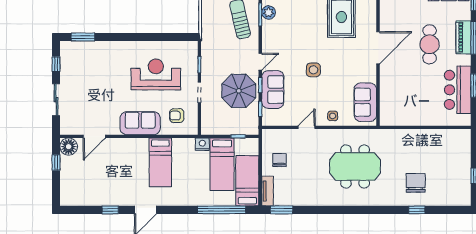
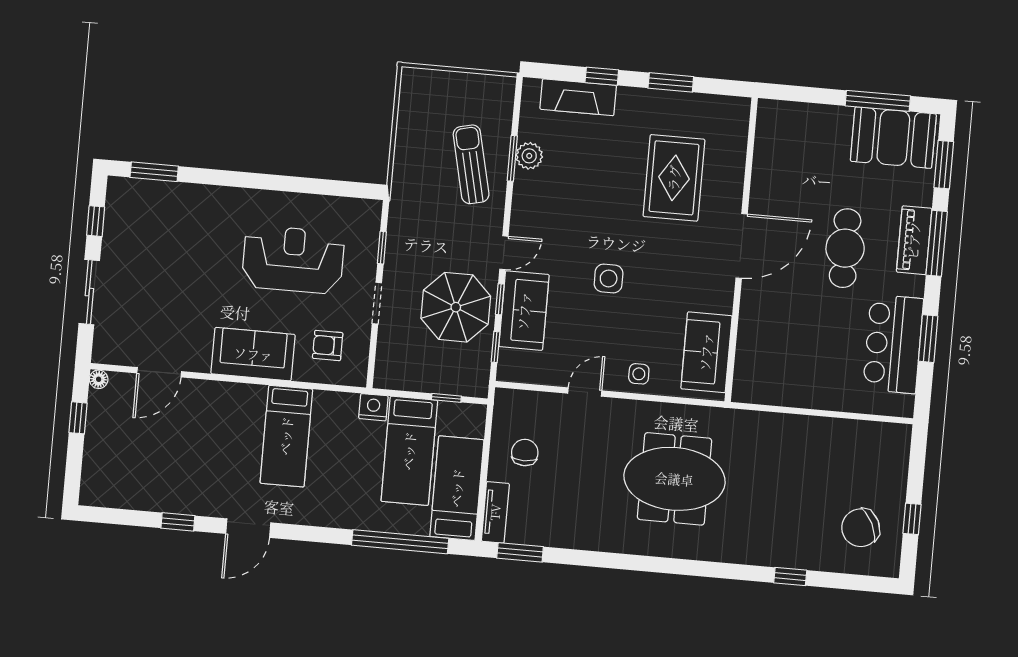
floor lamp: (69, 147) -> (99, 379), width x0.53, depth x0.53
chair: (416, 183) -> (861, 528), moved, turned -116

